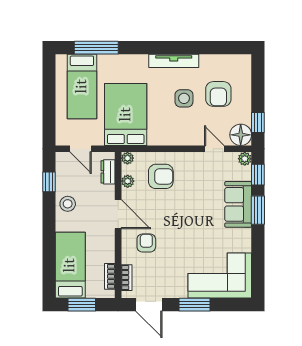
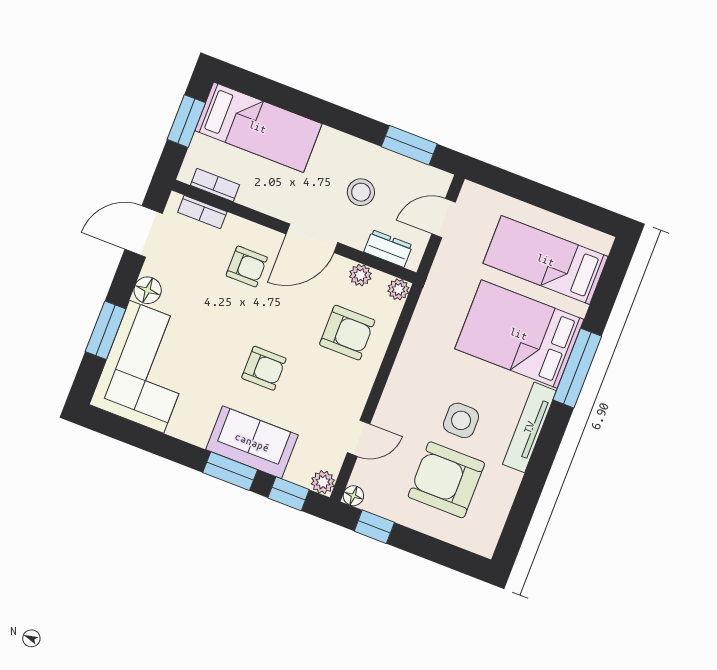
window: (96, 48) -> (577, 368), moved
armchair: (218, 94) -> (446, 480), width x1.36, depth x1.36
bed: (126, 114) -> (519, 334), moved, turned 180
floor lamp: (241, 135) -> (353, 496), width x0.53, depth x0.53
armchair: (161, 176) -> (347, 333), turned -90
window: (49, 182) -> (409, 145), width x1.50
stool: (68, 204) -> (361, 192), moved
armchair: (197, 213) -> (264, 368), added
floor lamp: (179, 291) -> (148, 290), added
window: (195, 305) -> (106, 330), moved

